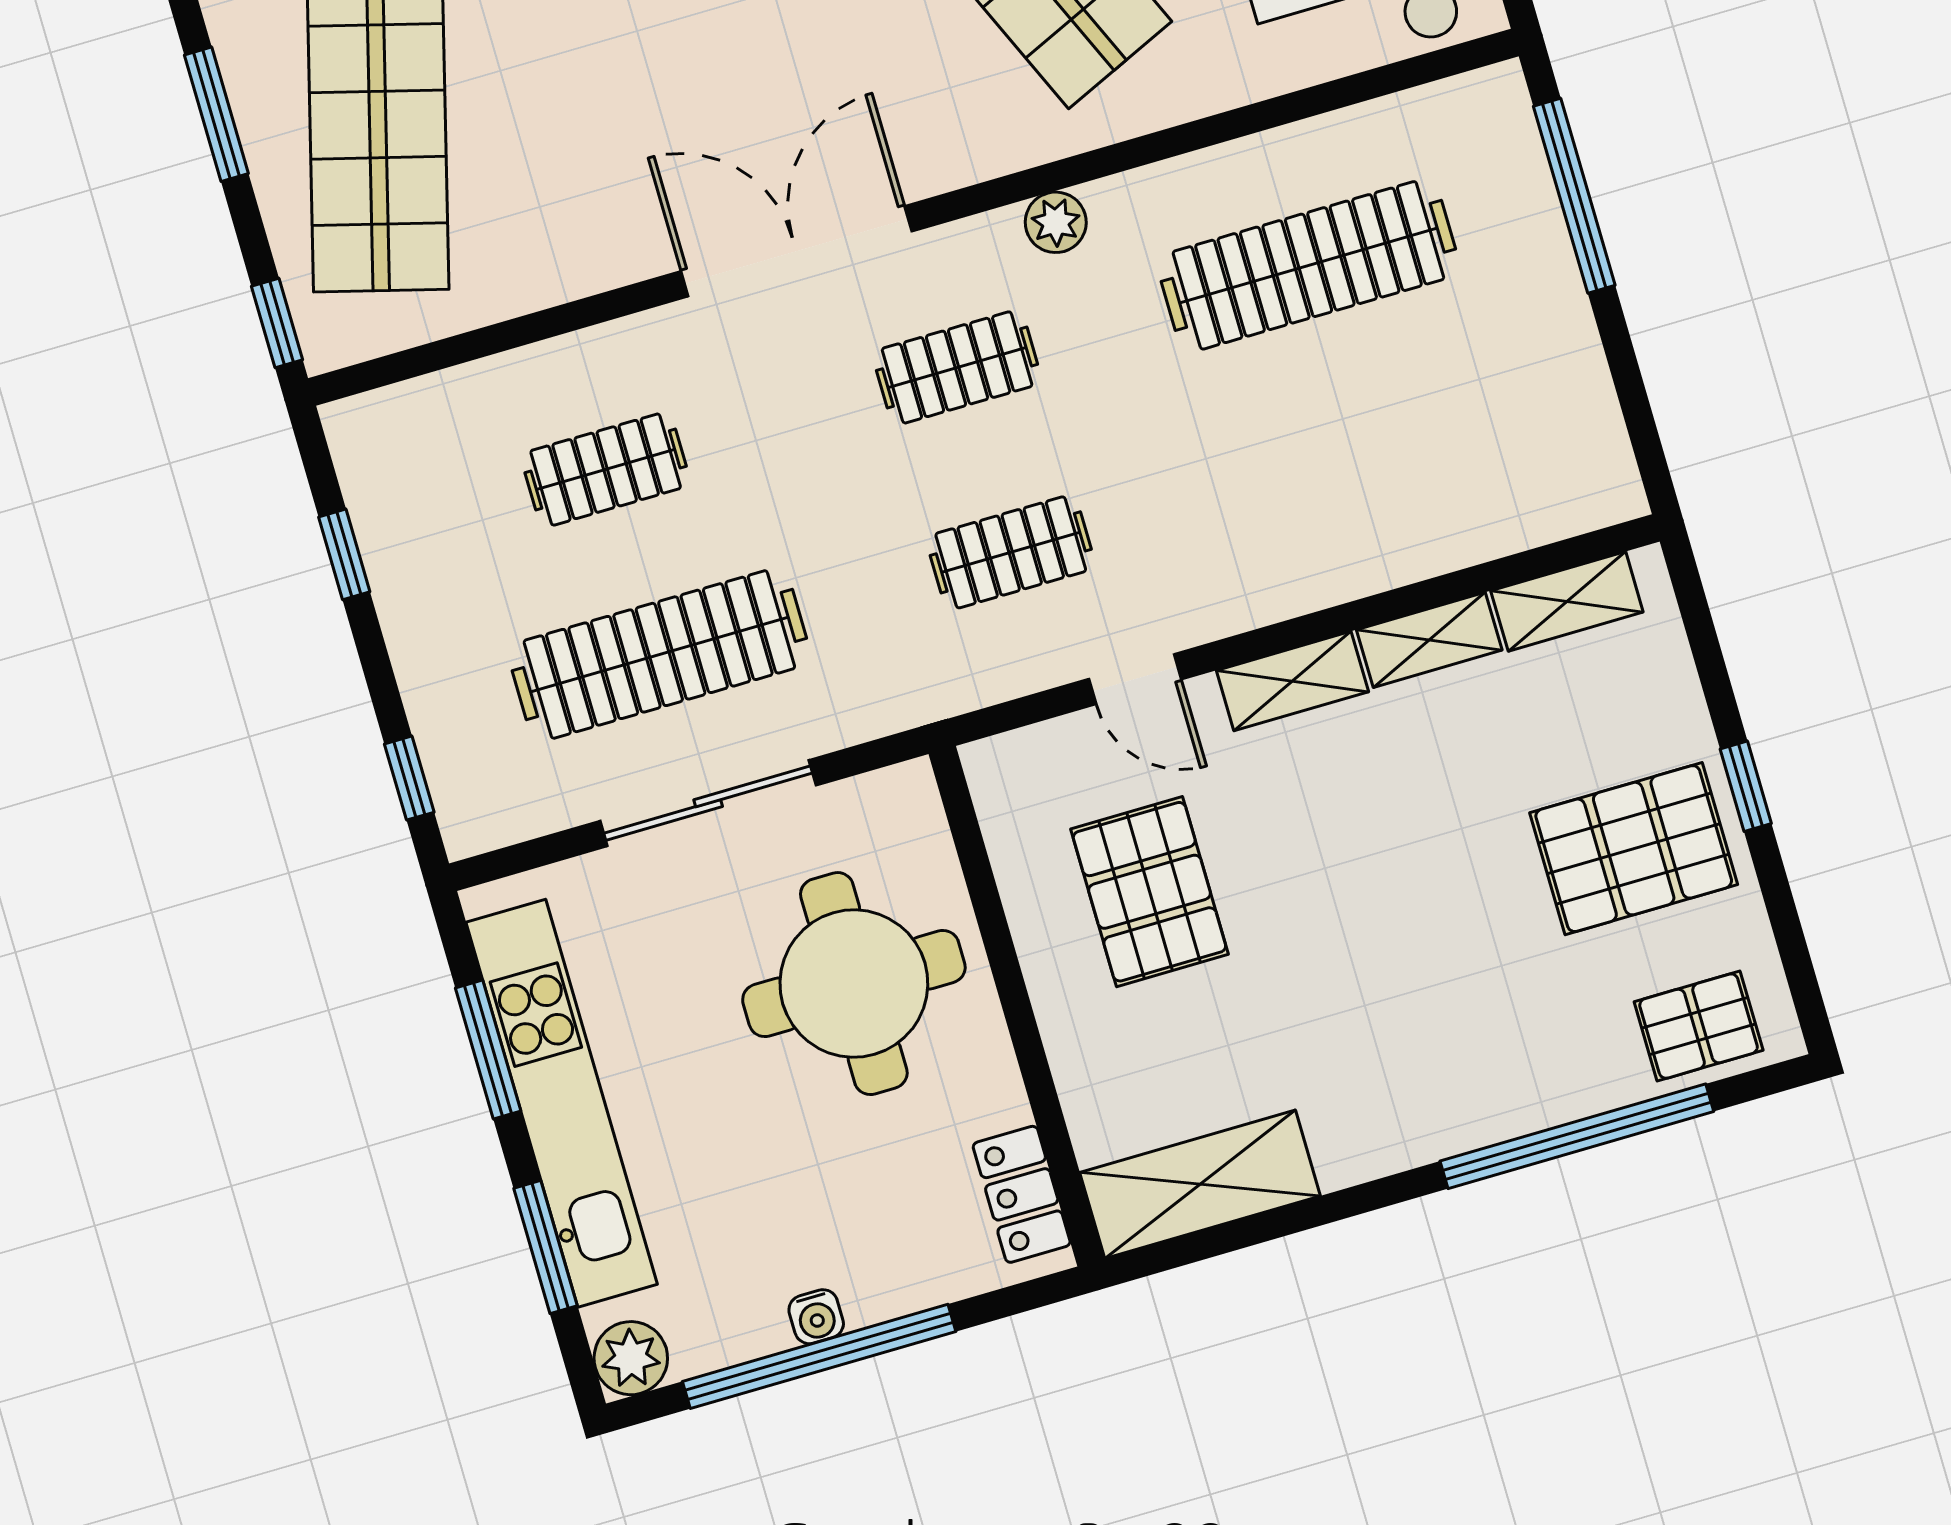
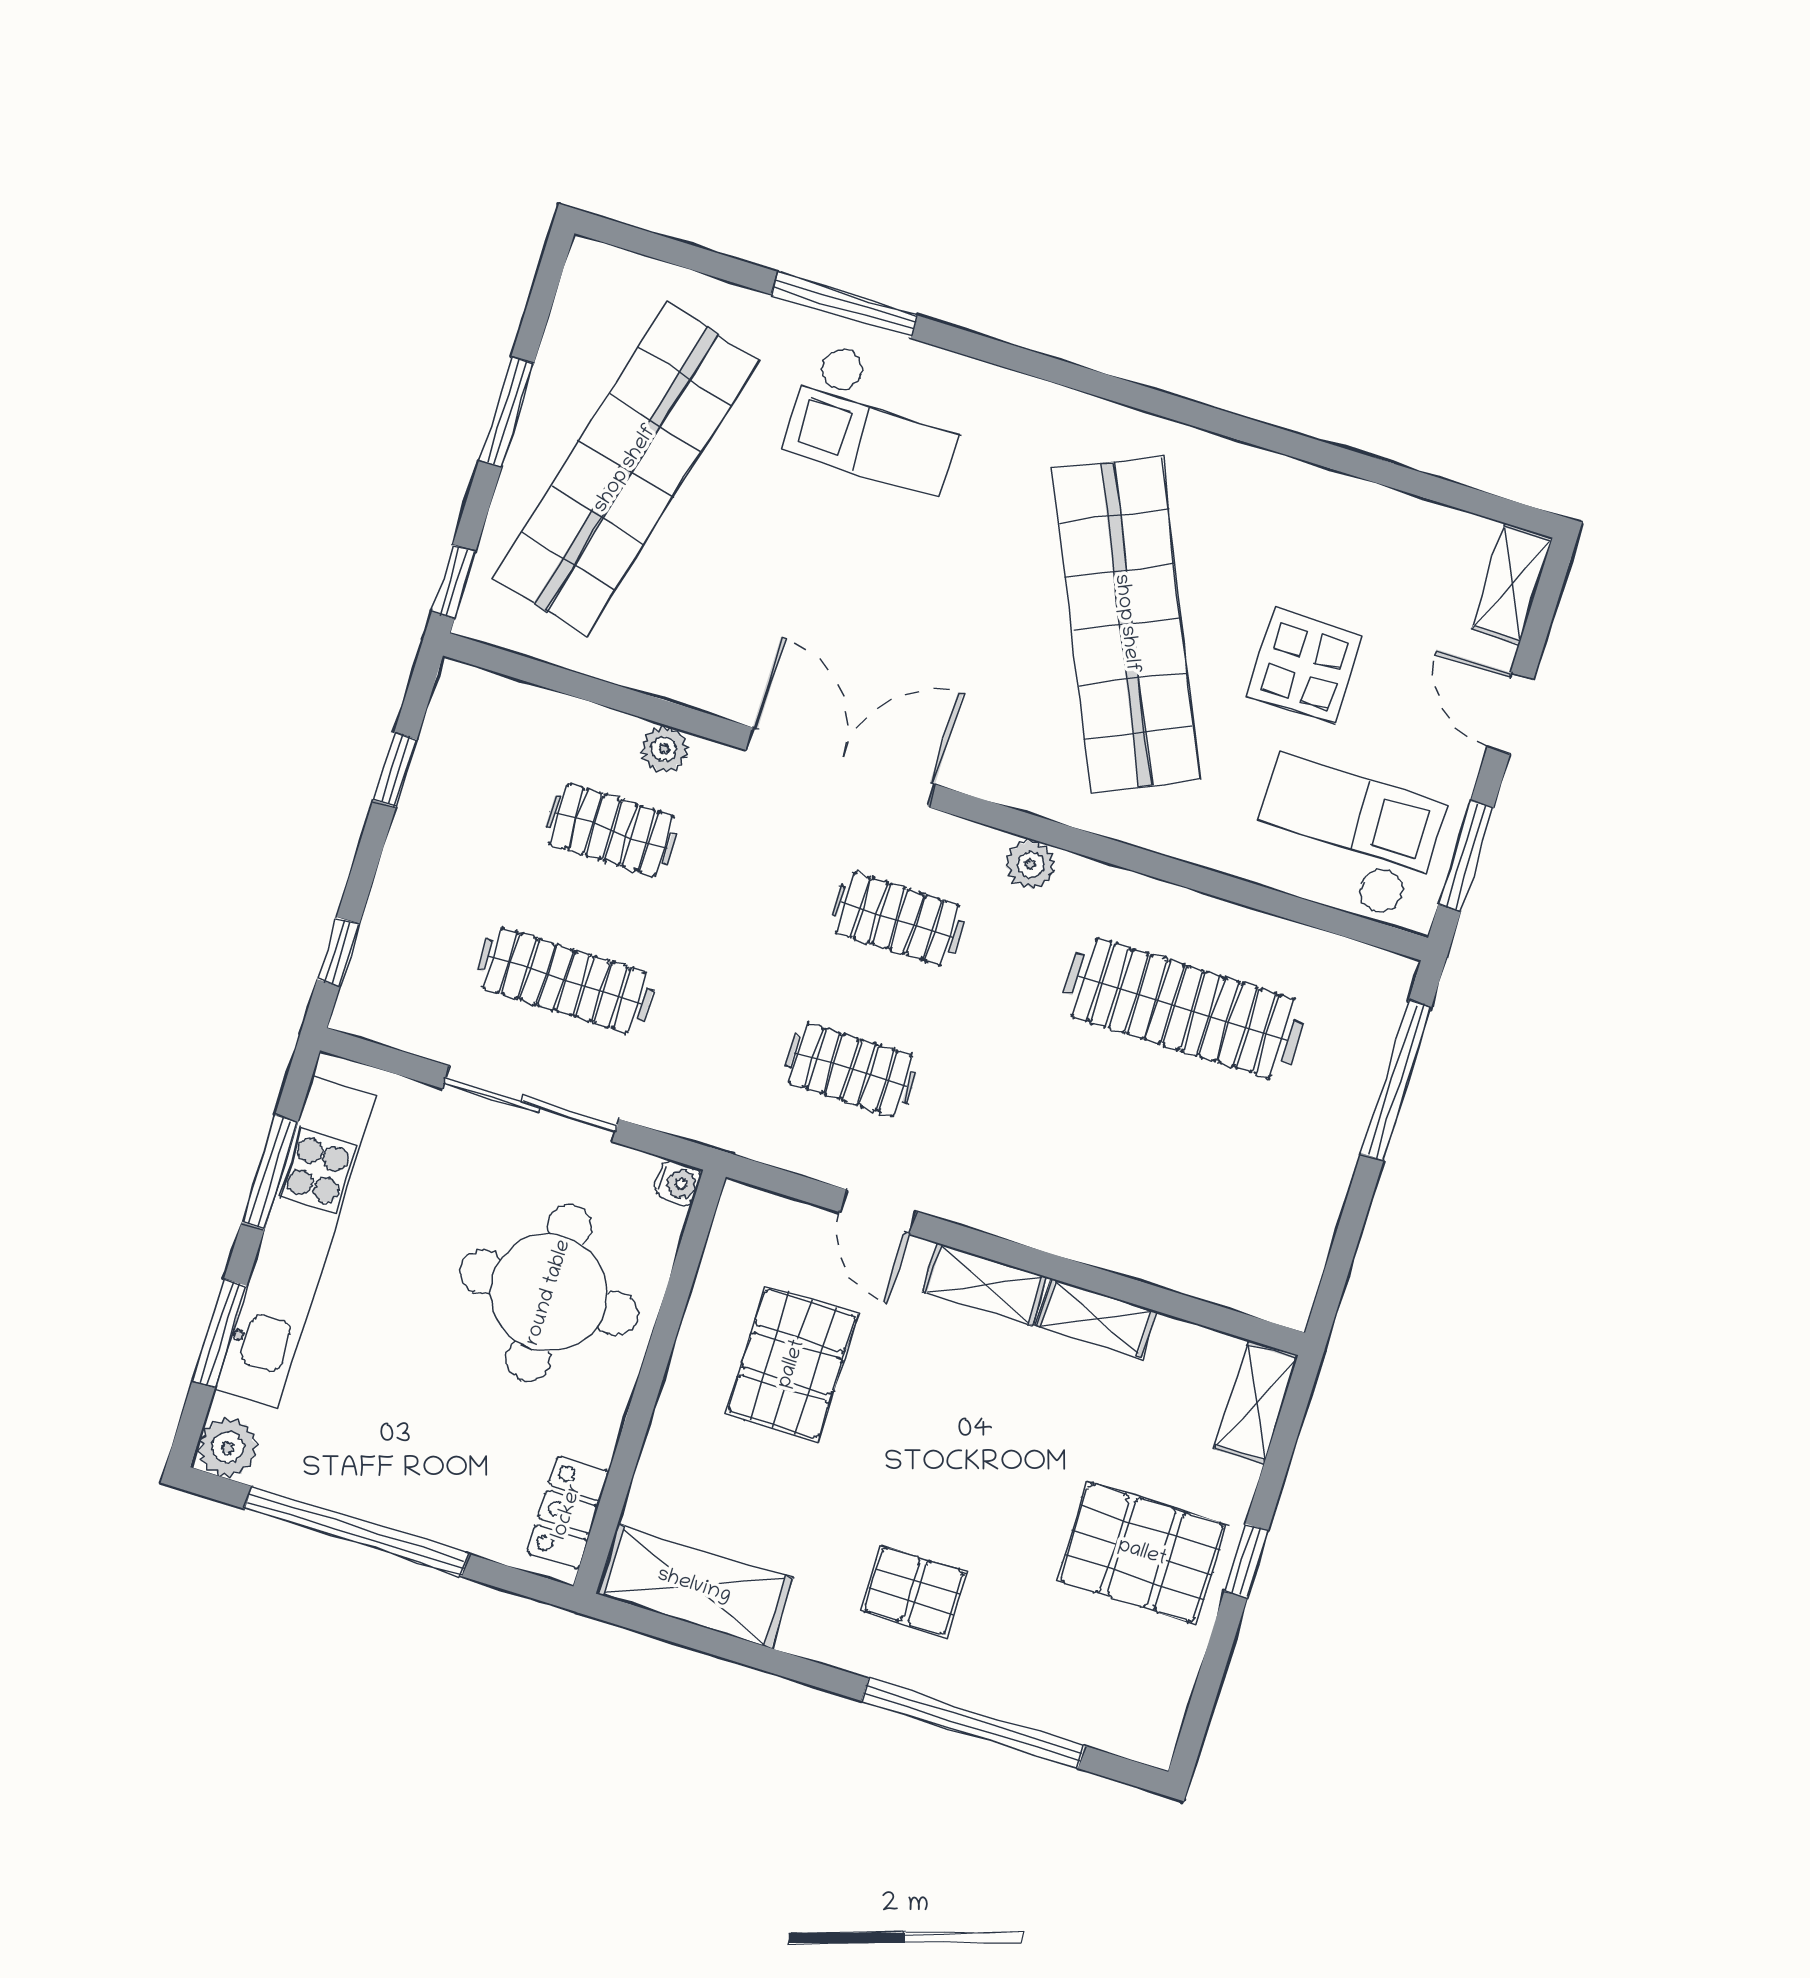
plant: (605, 351) -> (664, 749), added
shelving: (1567, 601) -> (1256, 1402), moved, turned 90
clothes rail: (659, 654) -> (565, 980), width x0.73, depth x0.76
pallet: (1699, 1026) -> (914, 1591), moved
water cooler: (816, 1317) -> (678, 1183), moved, turned -90

